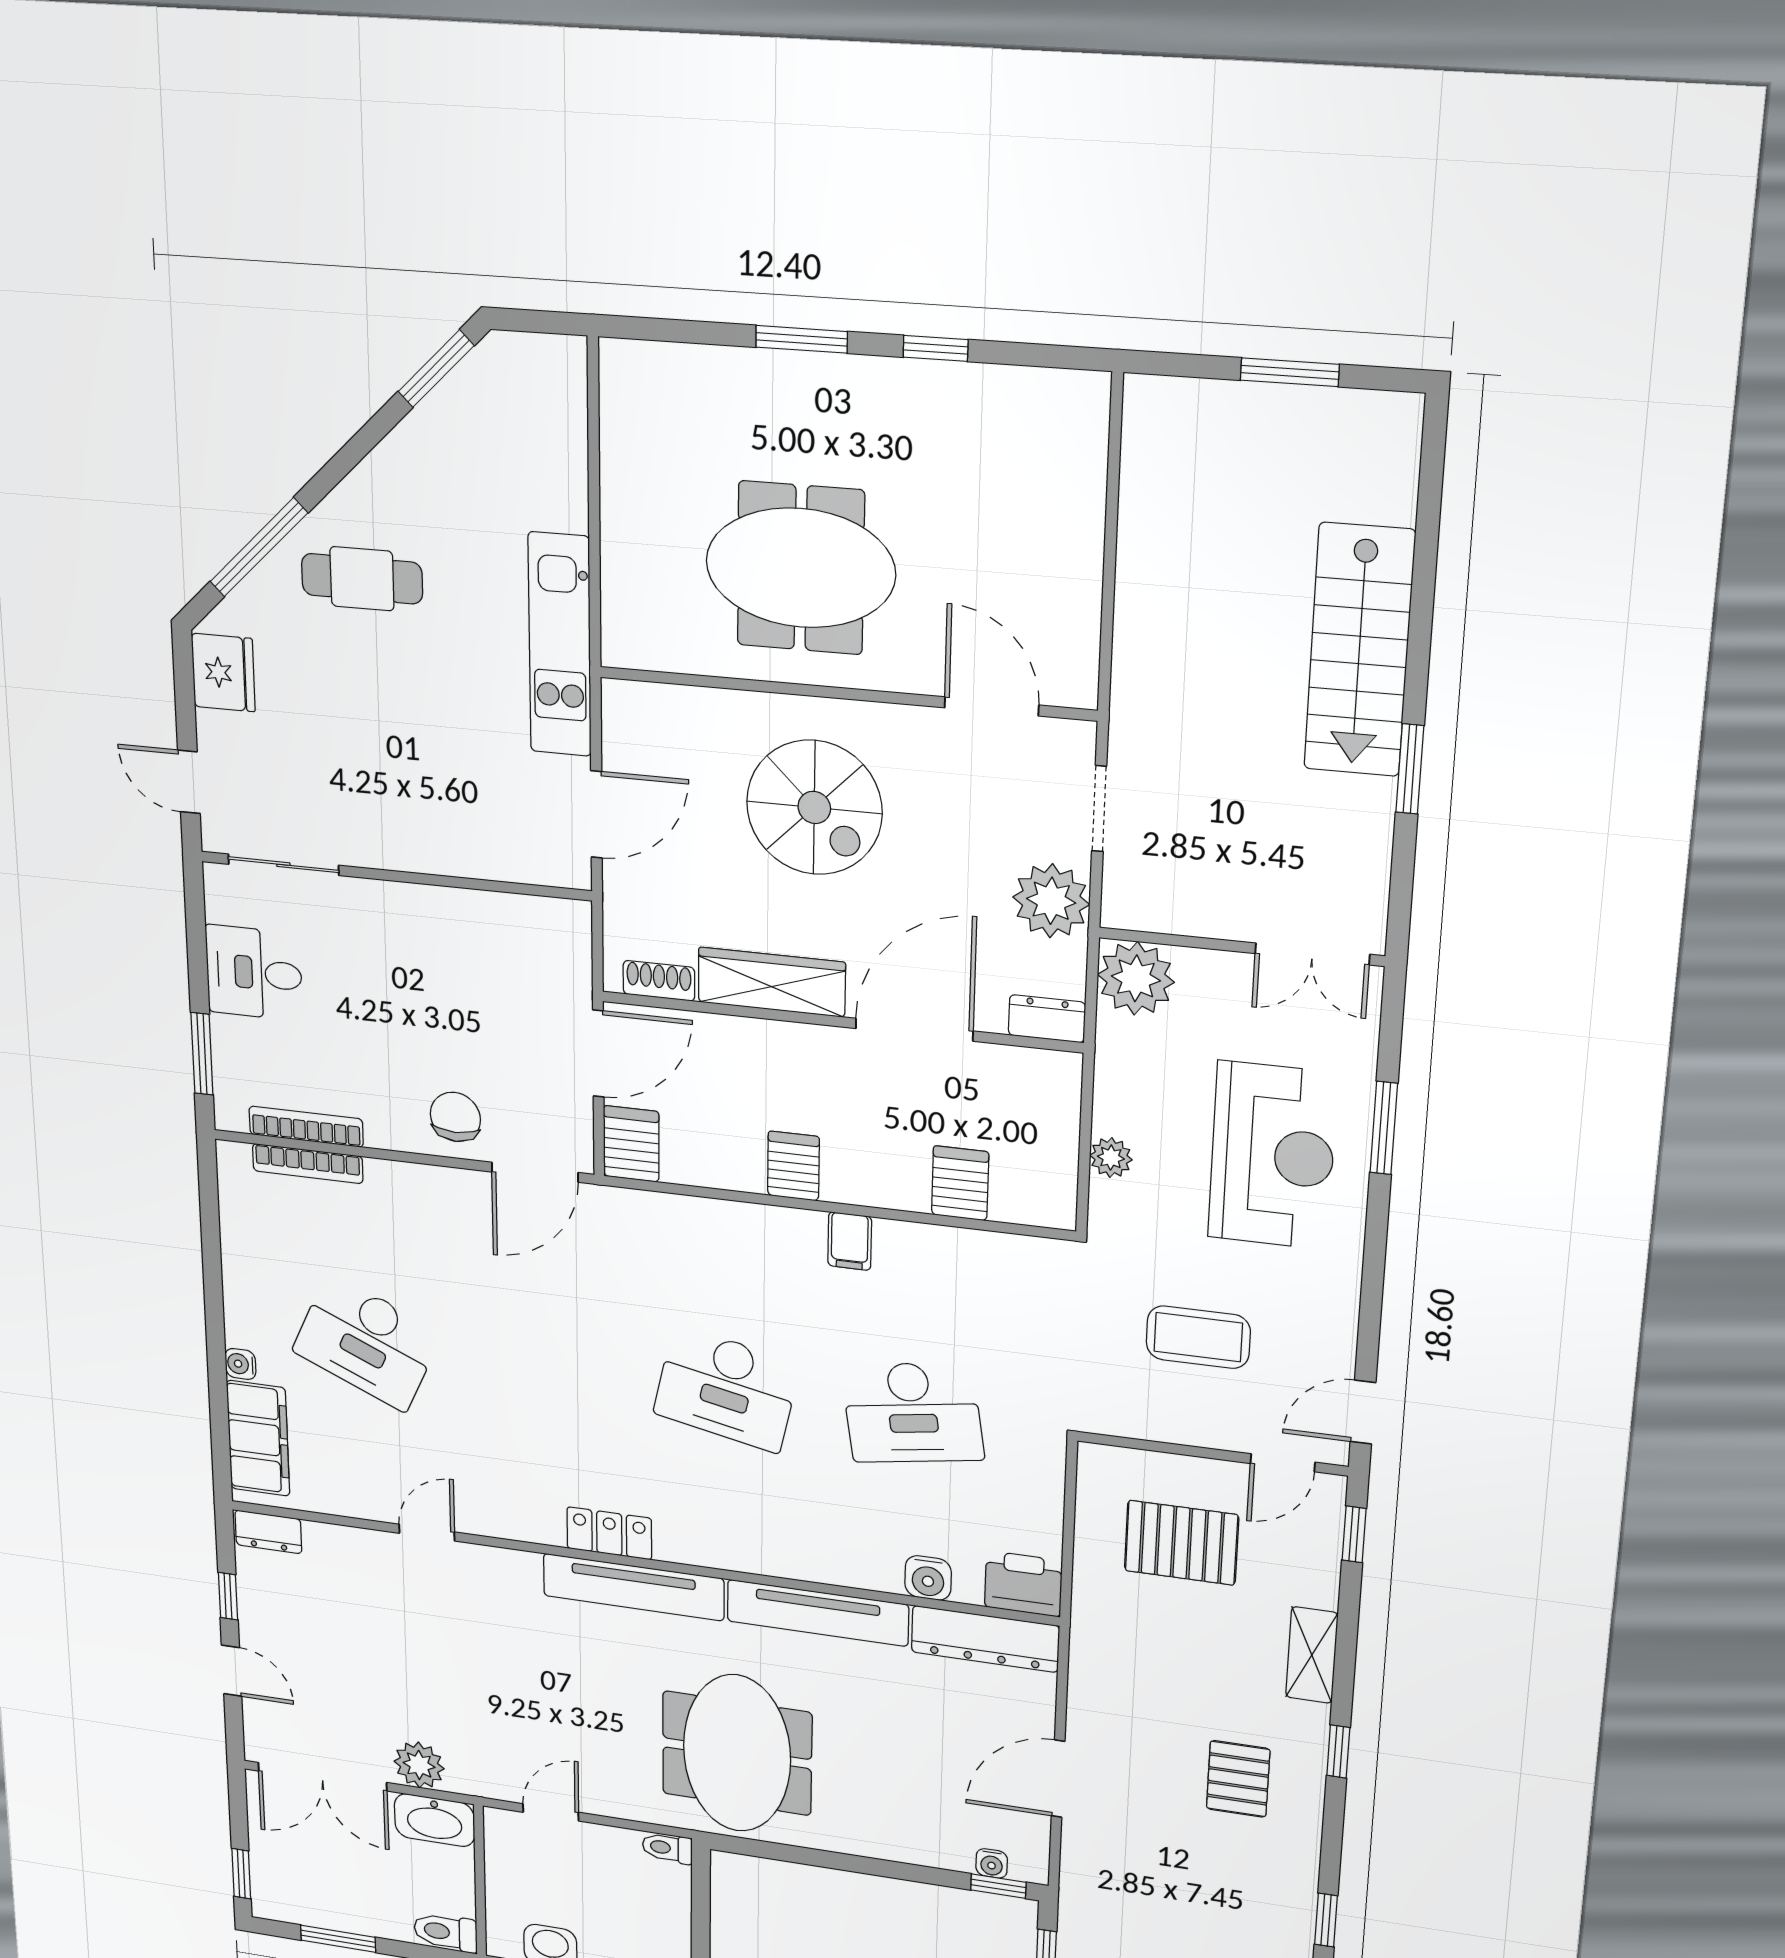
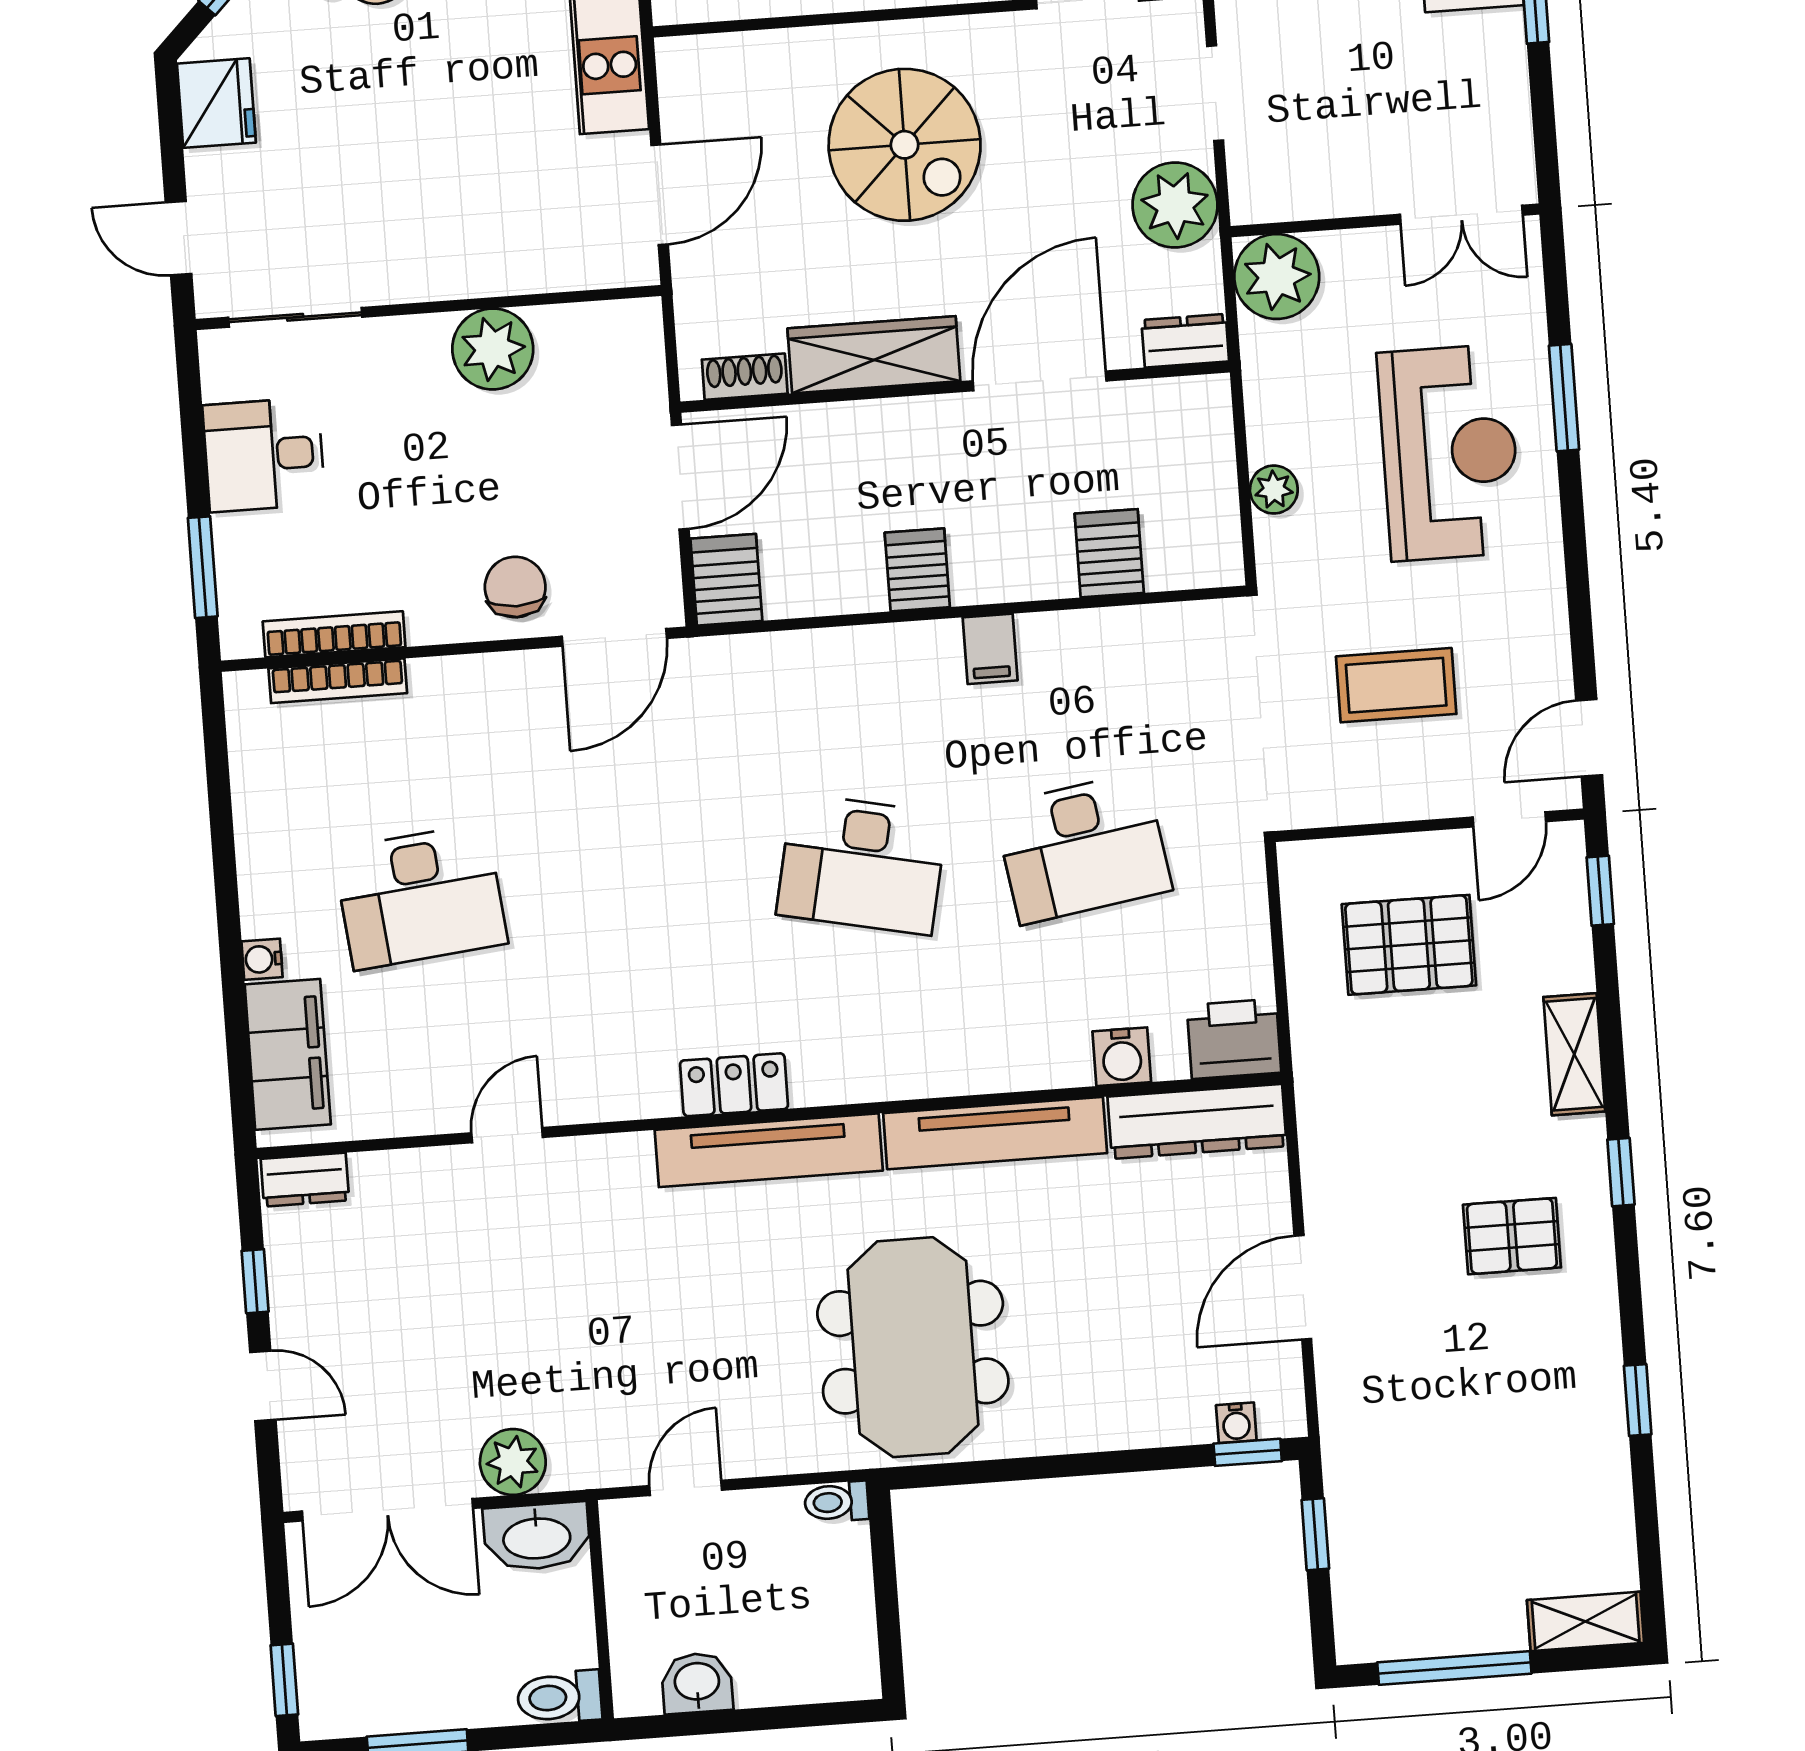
plant: (447, 920) -> (493, 349), added
desk: (367, 1342) -> (420, 897), turned -30
pallet: (1238, 1779) -> (1512, 1236), turned 90

